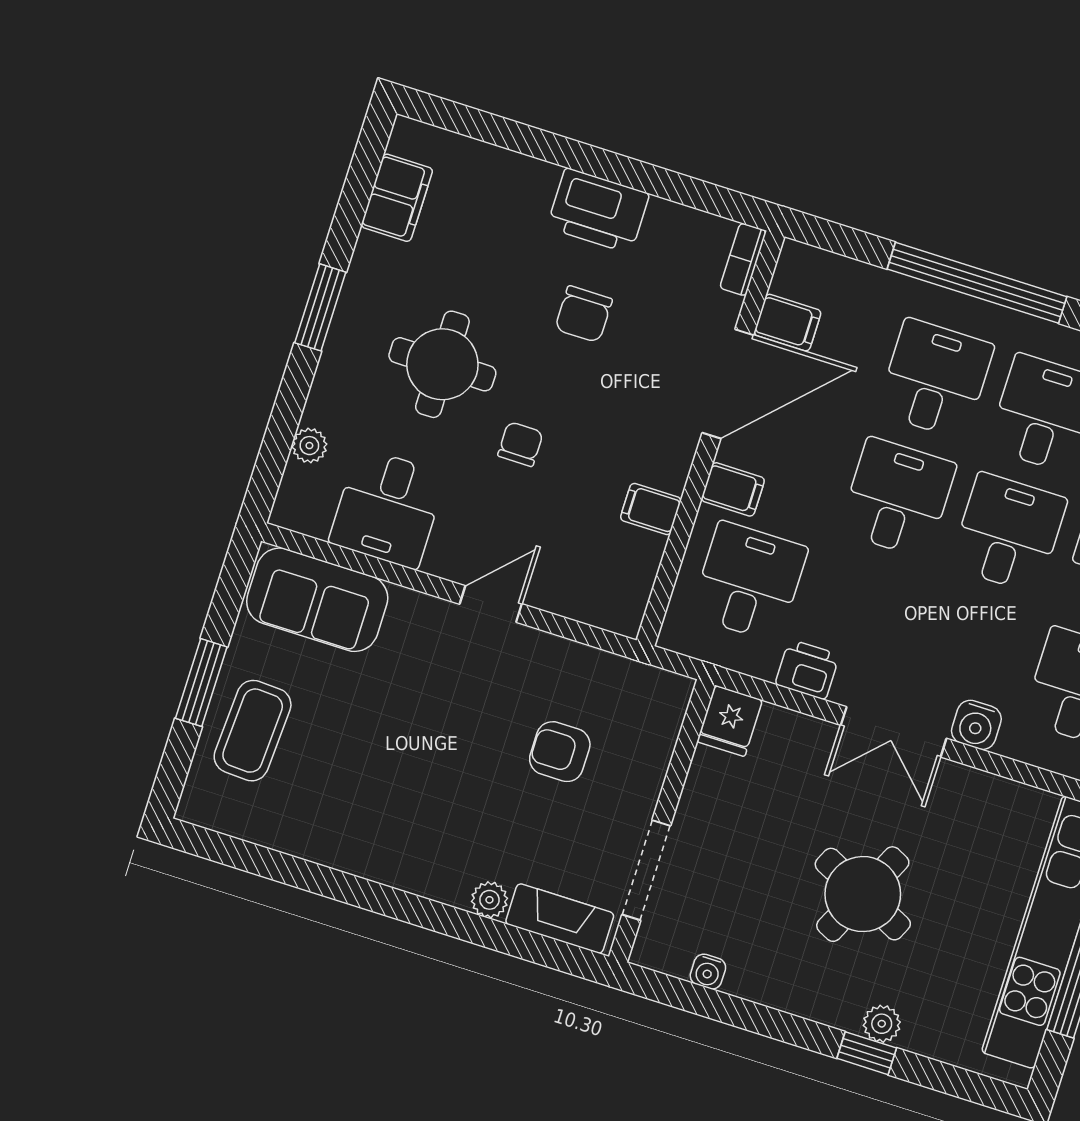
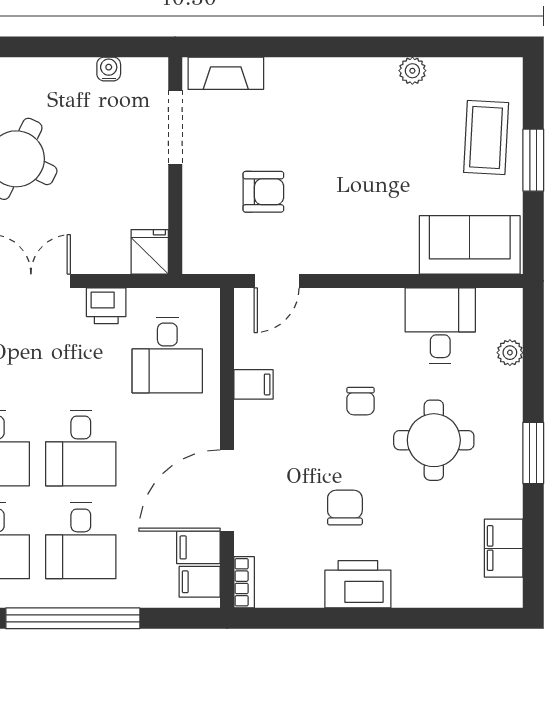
filing cabinet: (733, 489) -> (200, 582), moved
door: (491, 604) -> (277, 281), moved
plant: (489, 900) -> (412, 71), moved

